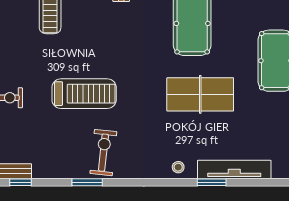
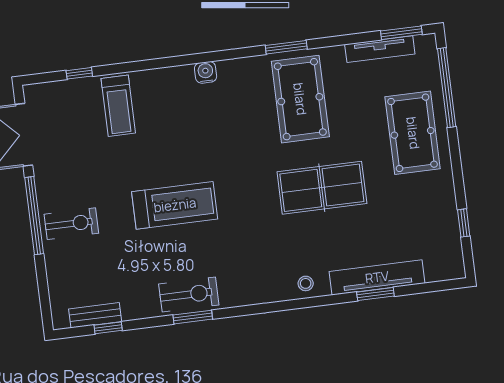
exercise bike: (103, 153) -> (189, 294), moved, turned 84
window: (212, 182) -> (375, 294), moved

